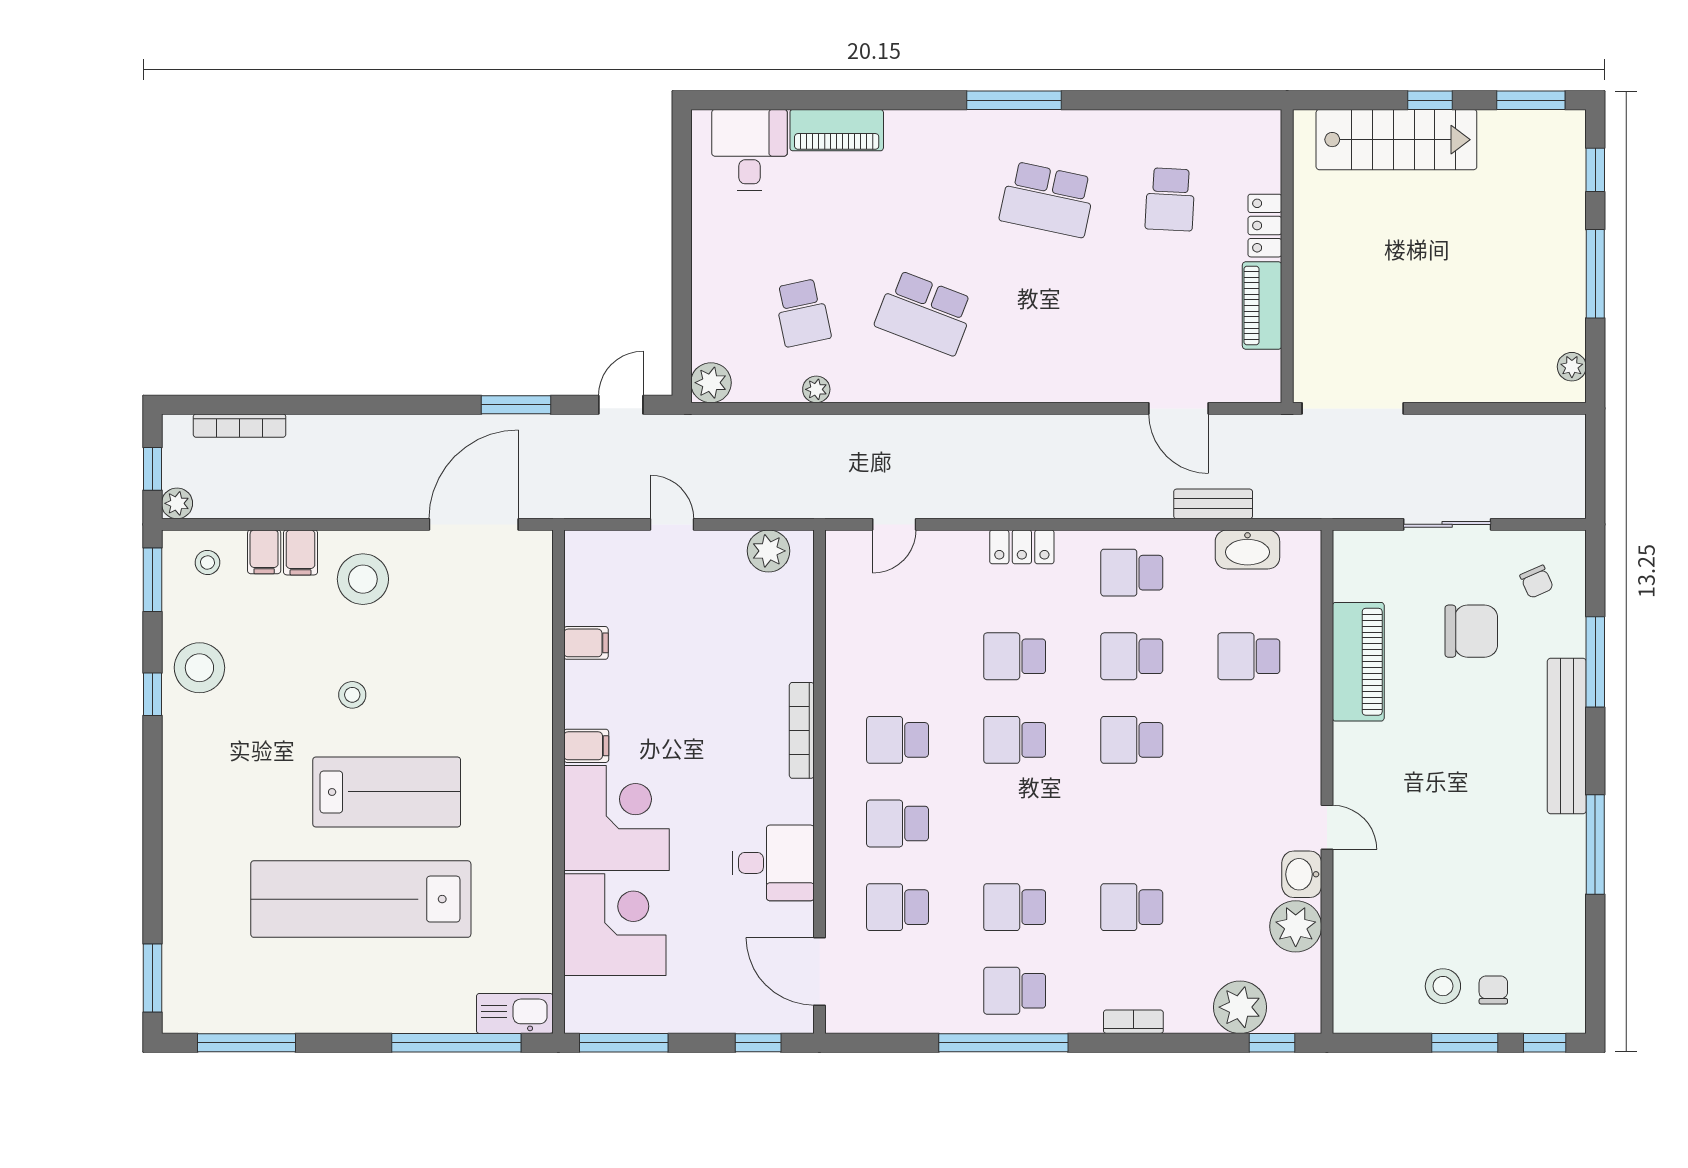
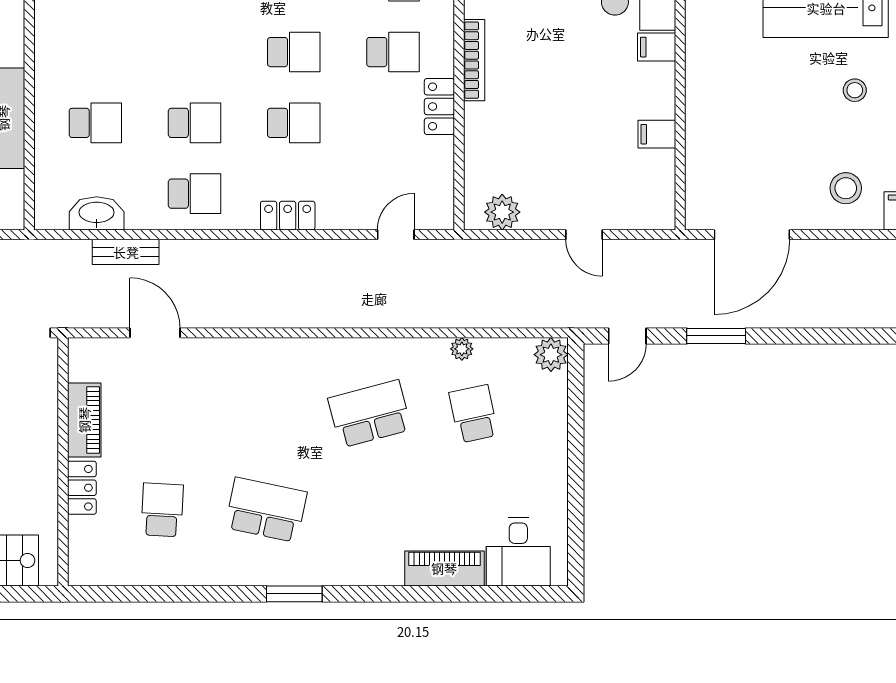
window: (1014, 100) -> (294, 594), width x0.69
school desk: (925, 313) -> (370, 414), turned -36
stool: (363, 579) -> (846, 188), width x0.73, depth x0.73
locker: (843, 676) -> (439, 106), added
school desk: (1132, 740) -> (195, 52), removed

